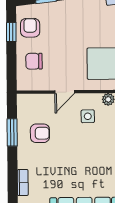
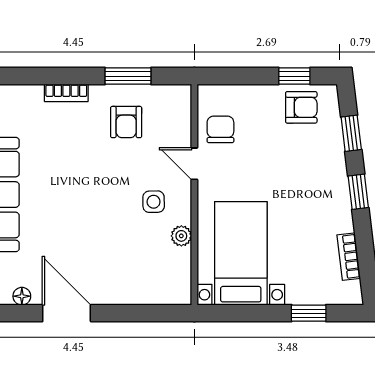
chair: (34, 61) -> (220, 129), moved
bookcase: (23, 183) -> (66, 93), moved

